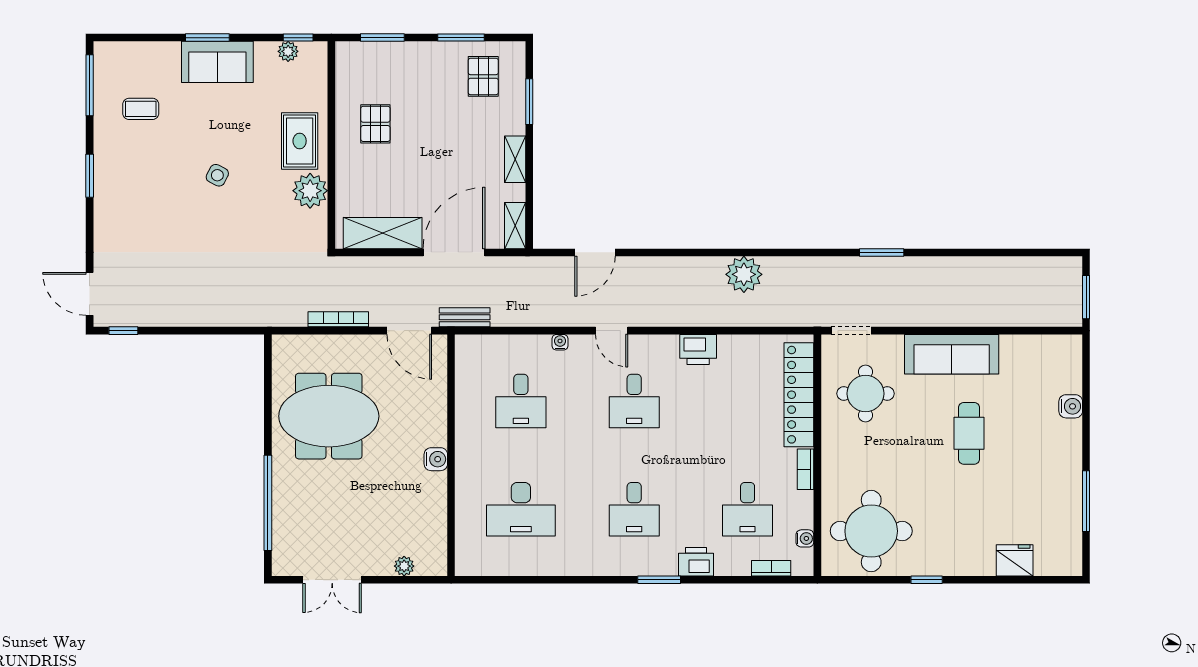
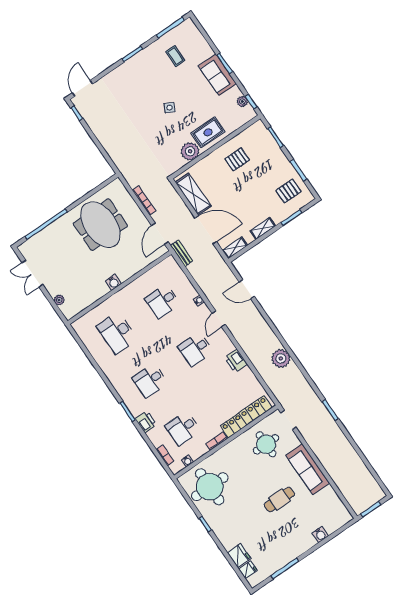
fridge: (1047, 562) -> (248, 570), added

